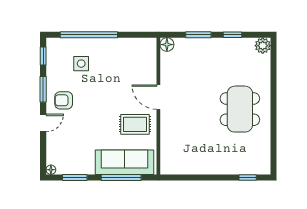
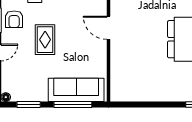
armchair: (64, 100) -> (14, 19), moved, turned -90
rug: (135, 124) -> (45, 40), moved, turned 90

